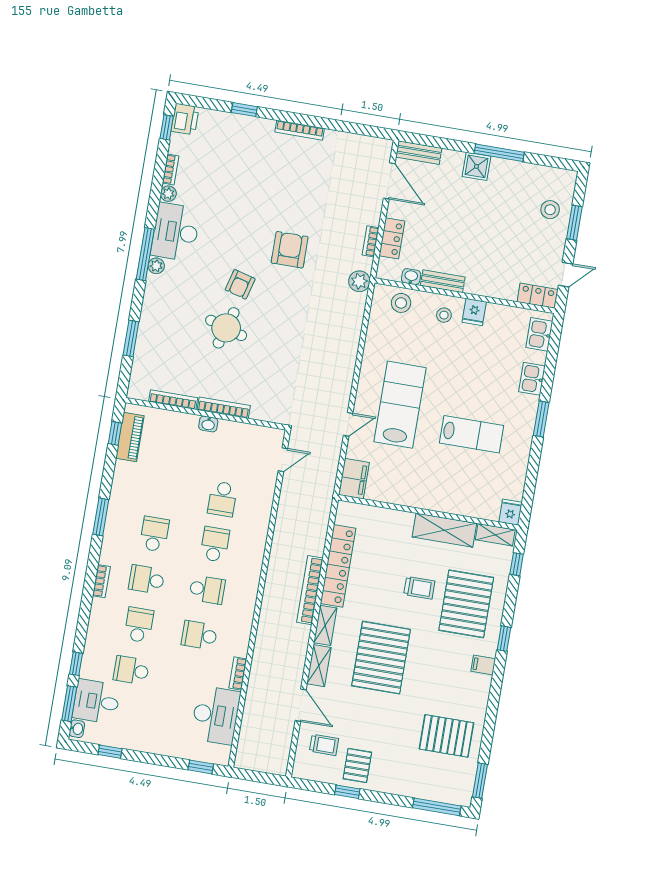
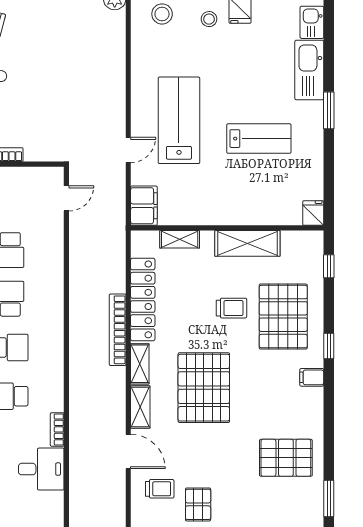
kitchen sink: (532, 379) -> (309, 70), width x1.87, depth x1.24
shelving: (495, 535) -> (180, 239), moved
desk: (216, 715) -> (41, 469), width x0.73

